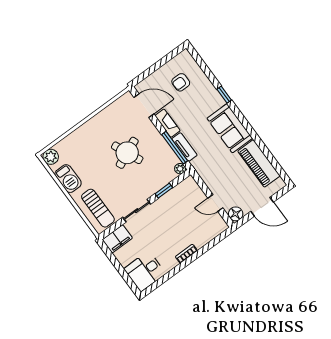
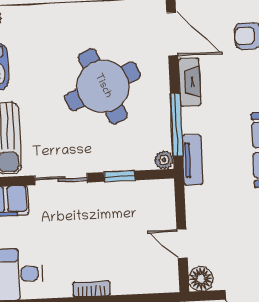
tv unit: (185, 147) -> (193, 160), moved
round table: (127, 153) -> (103, 86), width x1.36, depth x1.36

